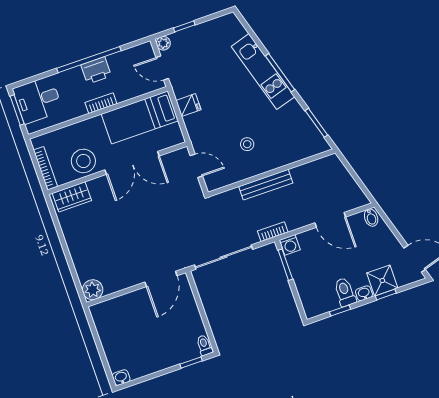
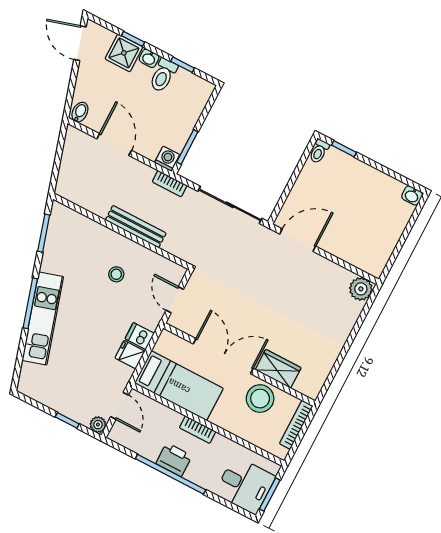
dishwasher: (194, 122) -> (140, 336), added
wardrobe: (72, 197) -> (278, 369), moved

